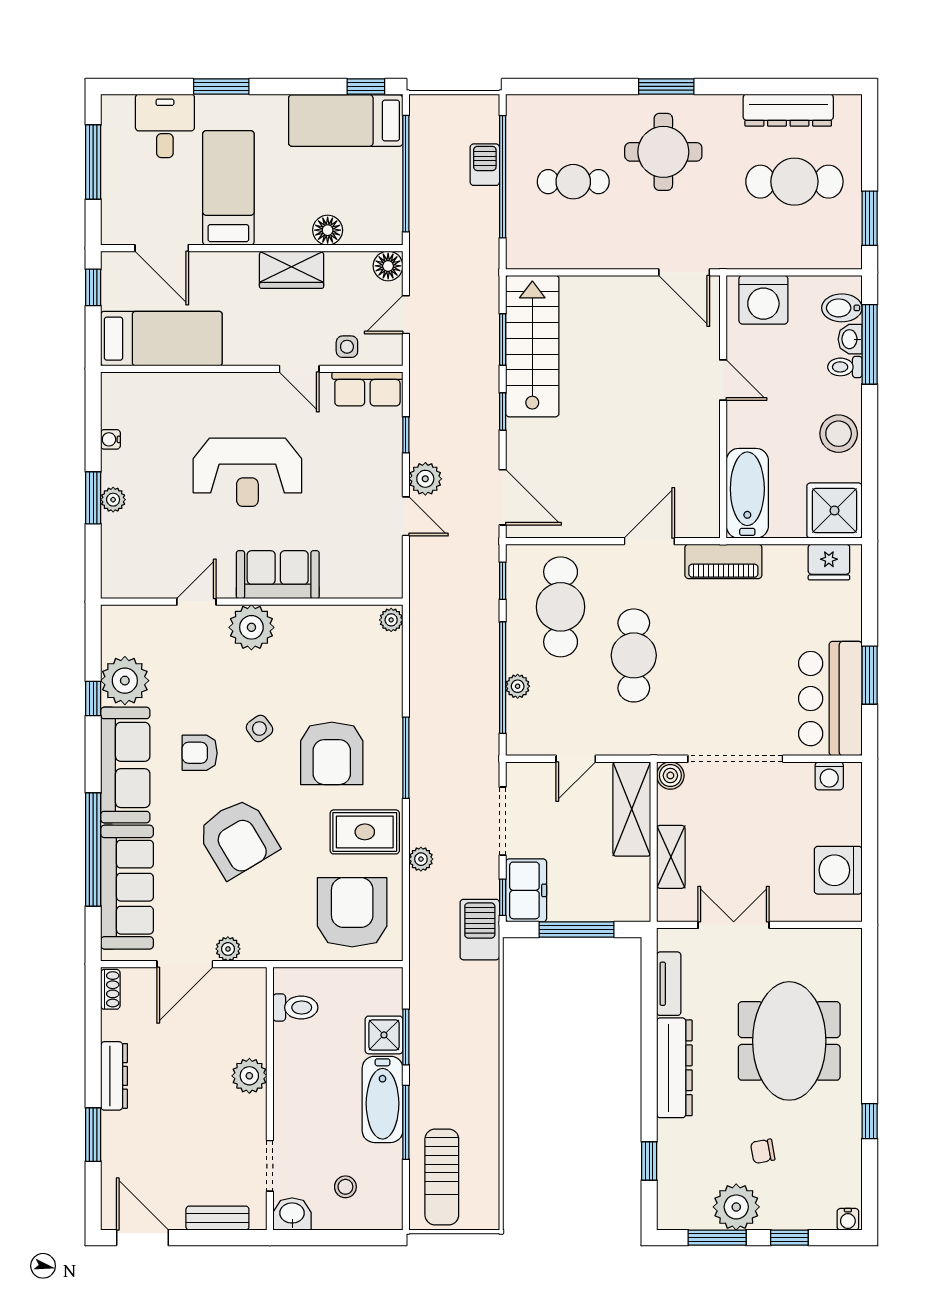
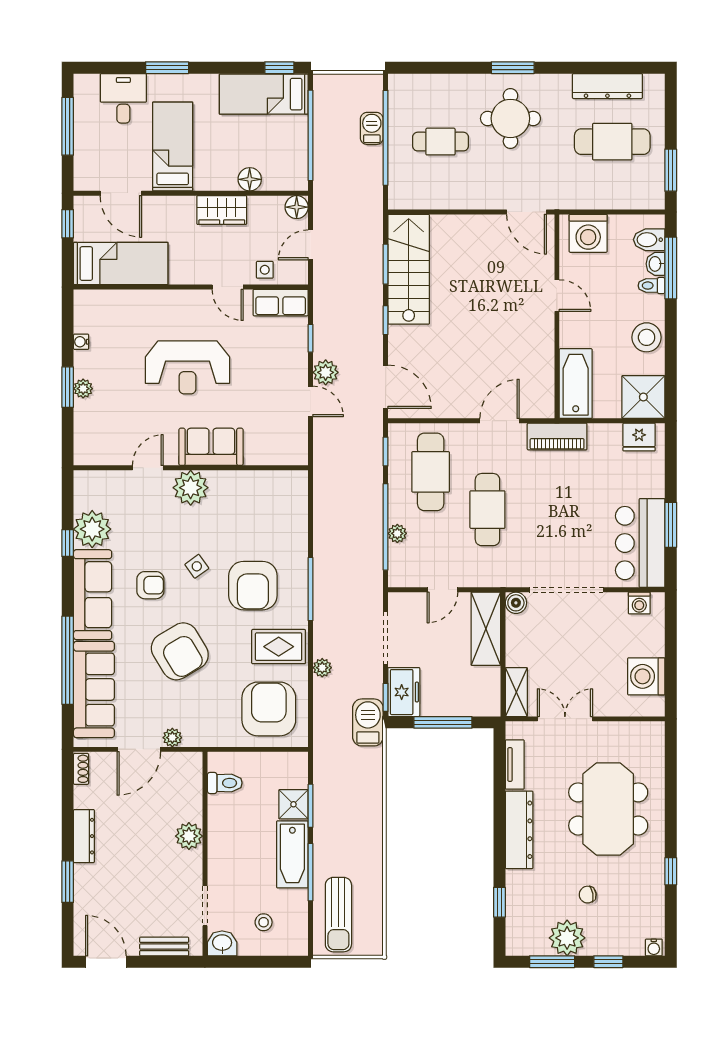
plant: (391, 620) -> (299, 482), removed
armchair: (200, 753) -> (150, 585), turned 180
shelving: (671, 857) -> (516, 692), moved

